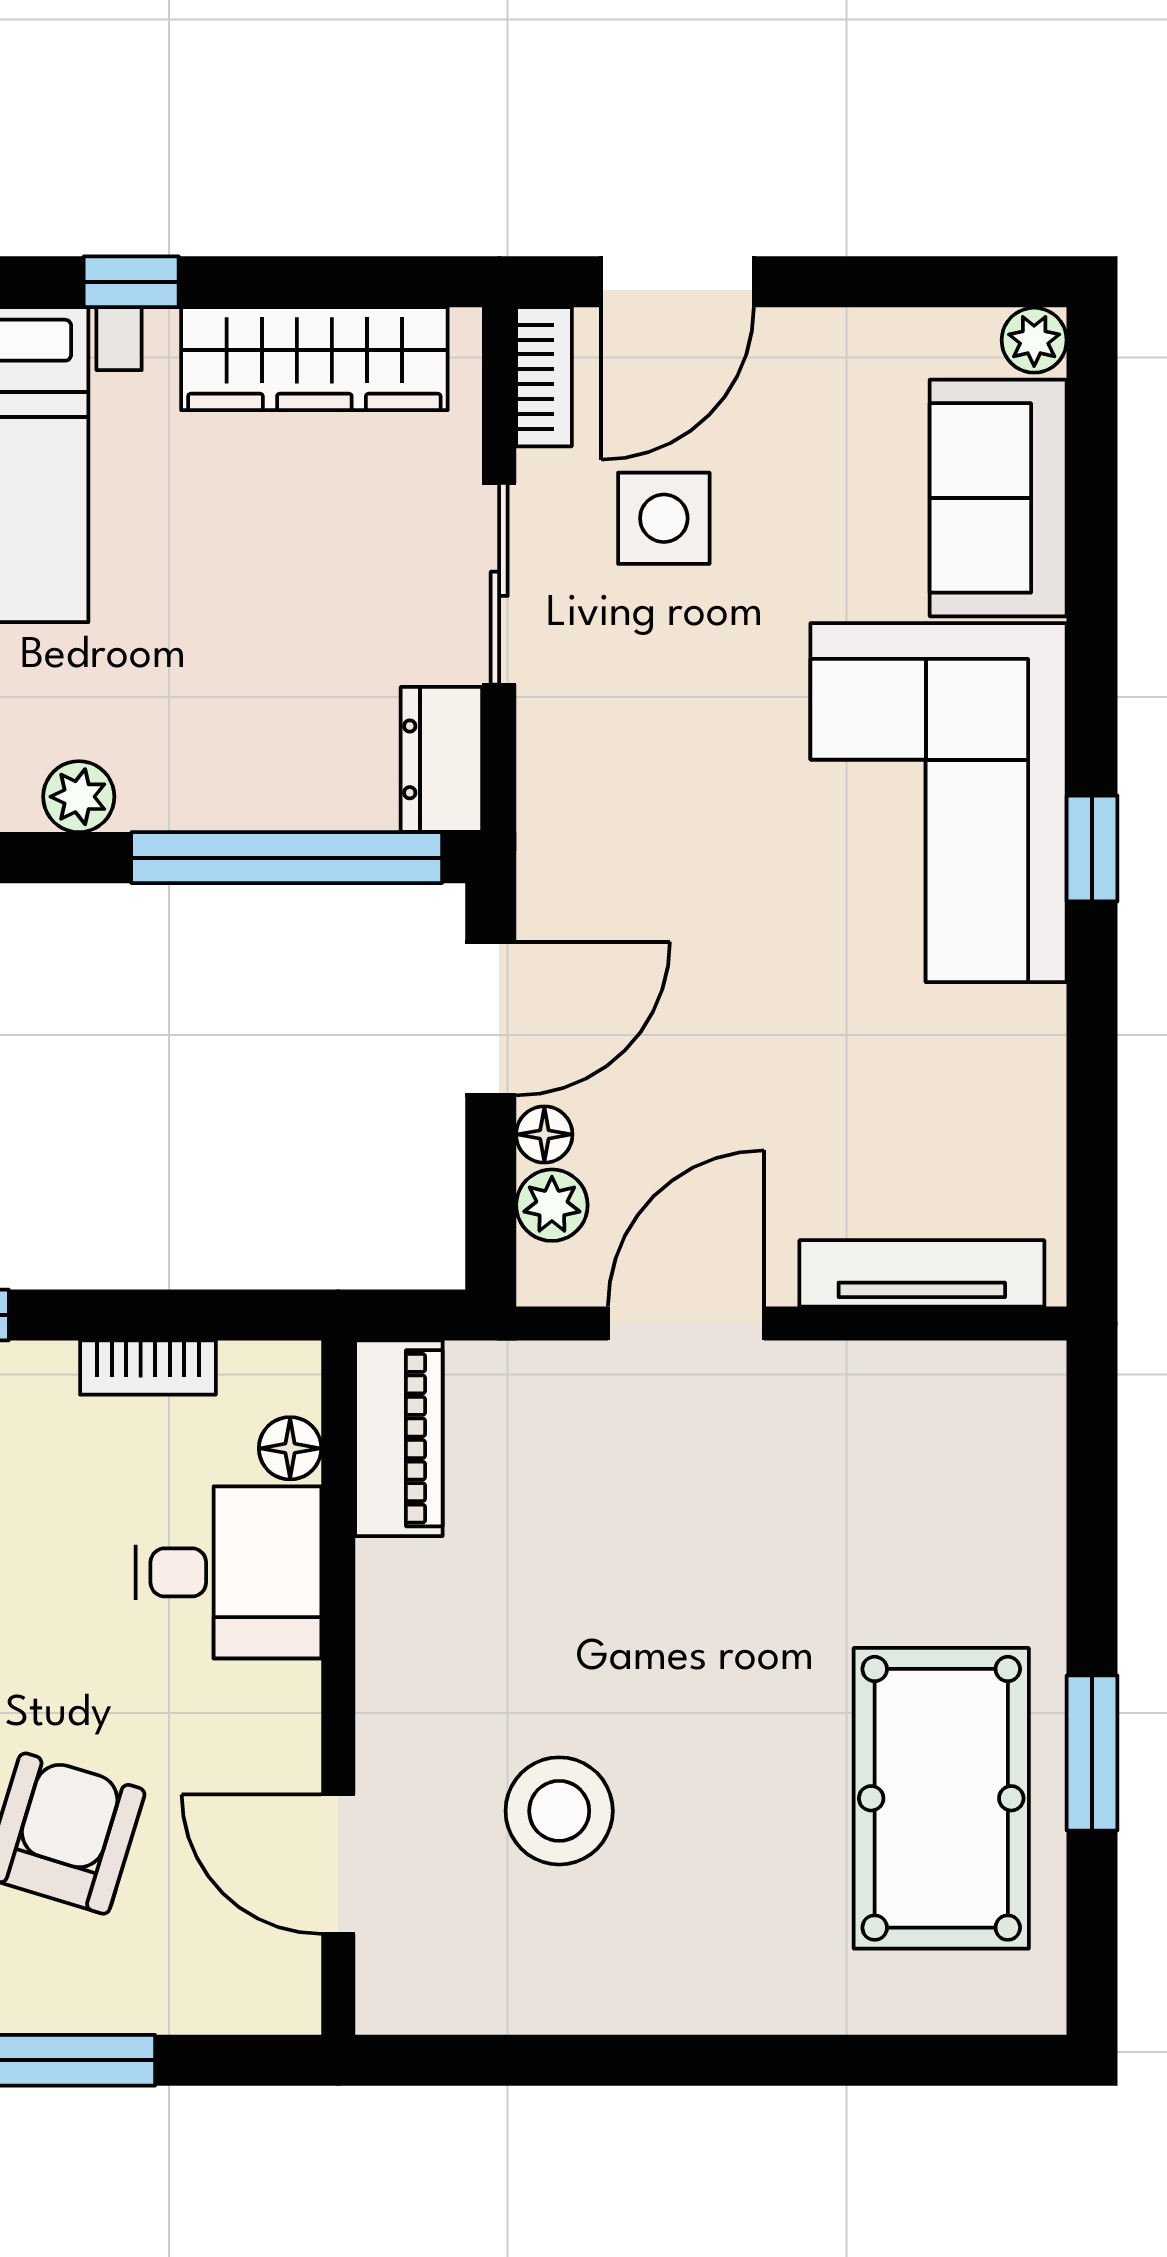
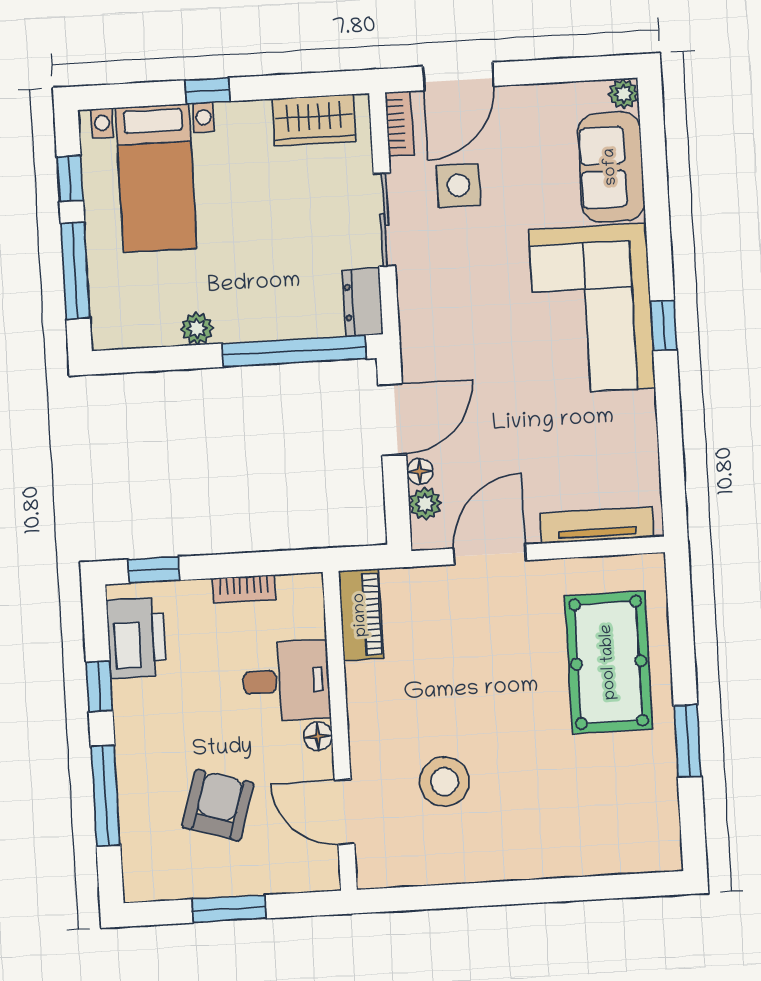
wardrobe: (314, 359) -> (314, 120), width x0.67
floor lamp: (290, 1448) -> (318, 736), moved
pool table: (941, 1798) -> (609, 662), moved

